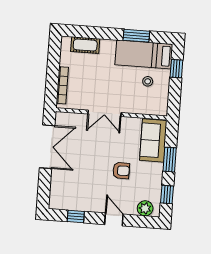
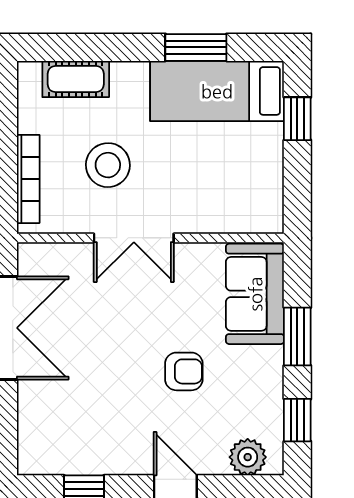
stool: (148, 81) -> (108, 165), moved, width x1.89, depth x1.89

